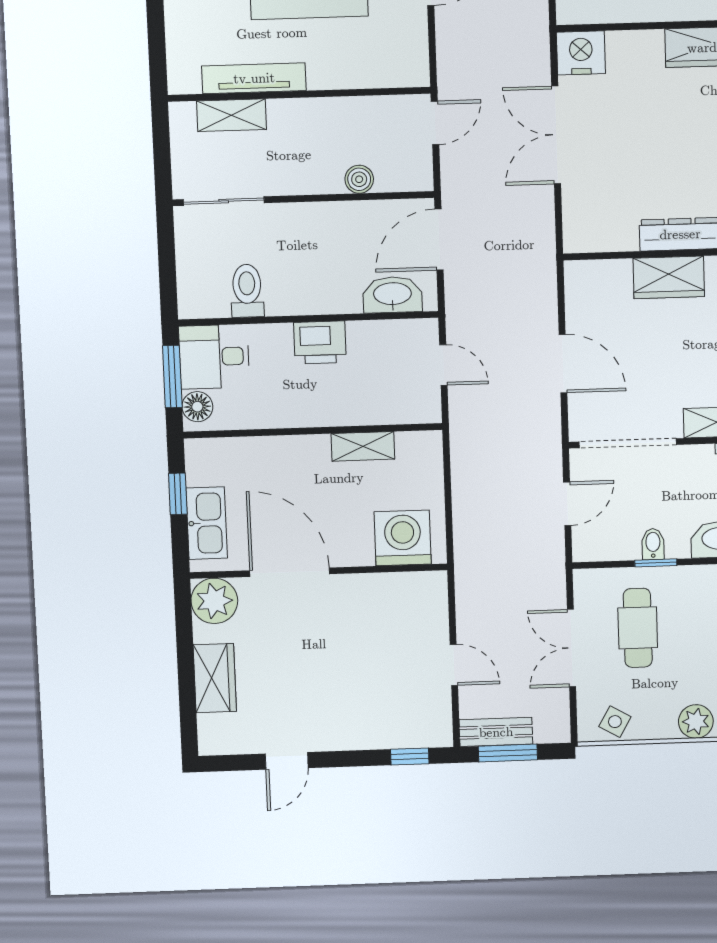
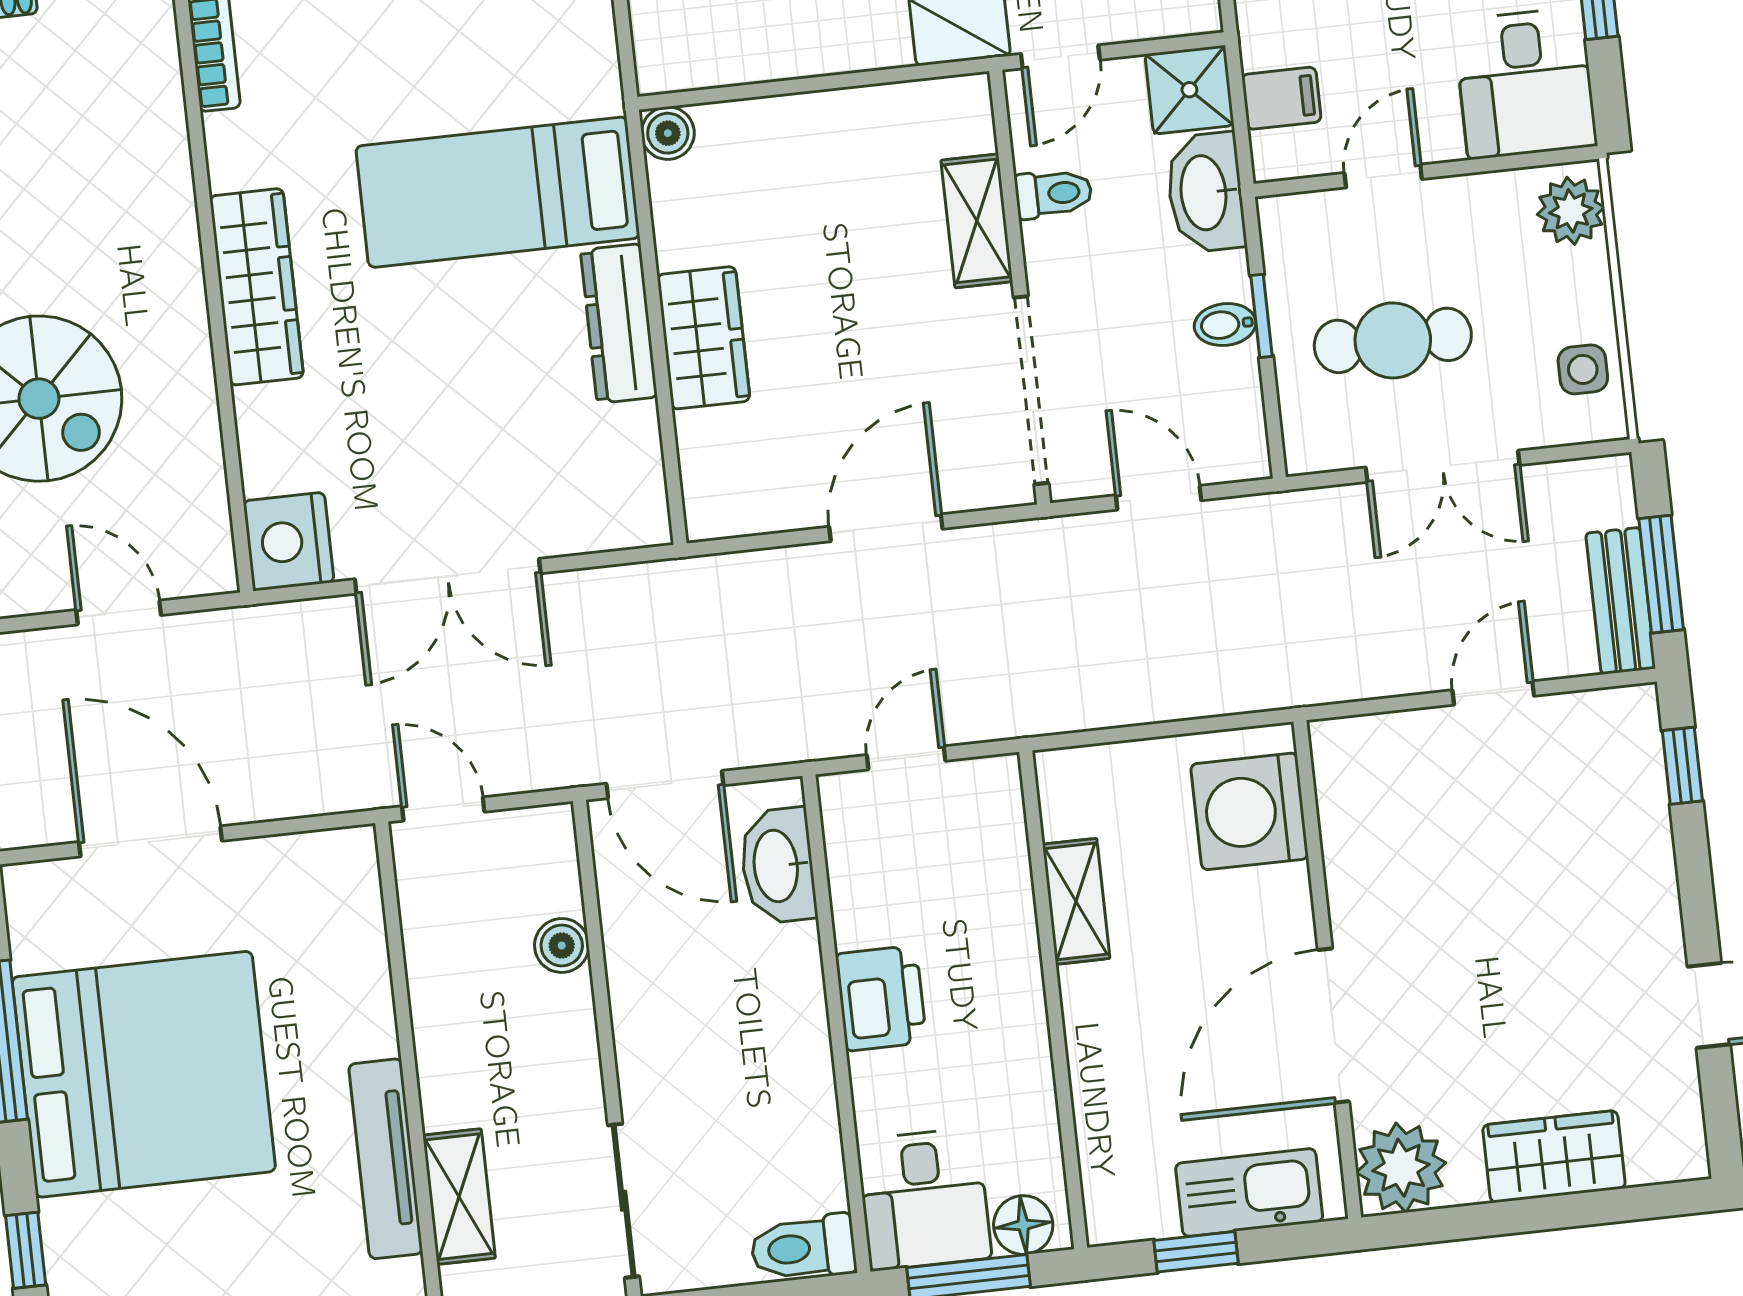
toilet: (247, 291) -> (803, 1248), moved
side table: (615, 722) -> (1583, 369), turned -30

